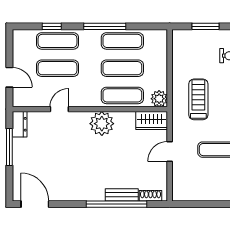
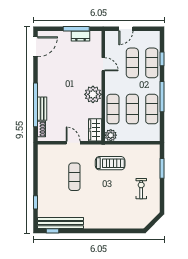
dresser: (20, 124) -> (81, 36), moved

